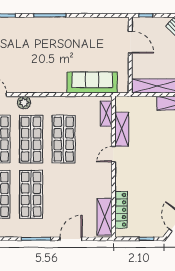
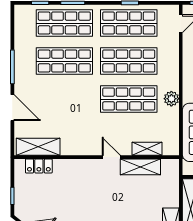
plant: (24, 103) -> (171, 99), moved
shelving: (106, 114) -> (147, 149), moved
locker: (121, 210) -> (39, 166), width x0.66

